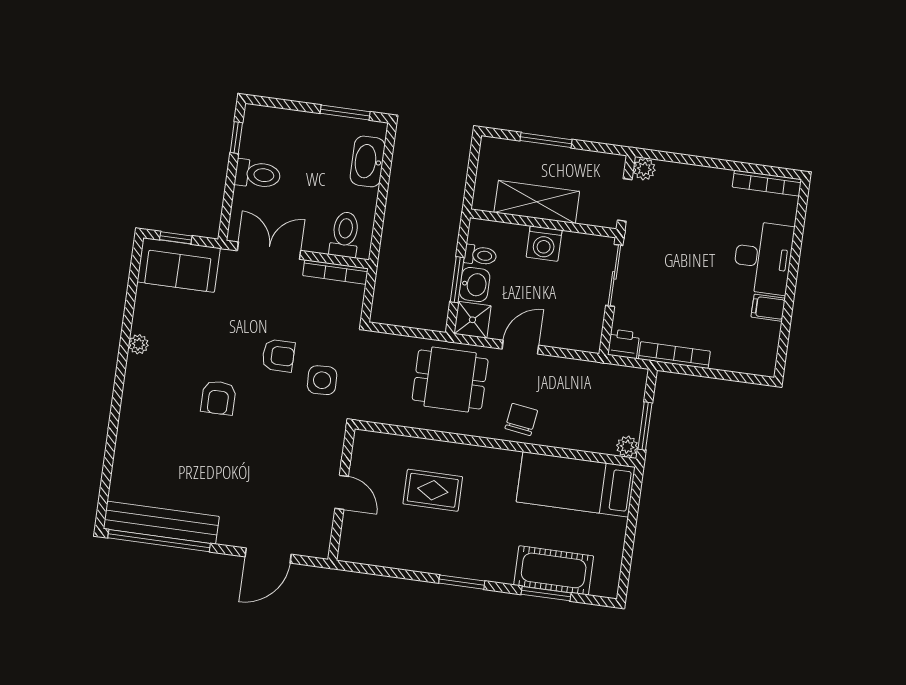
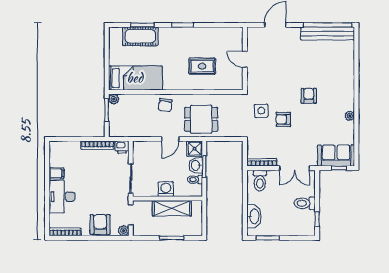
armchair: (692, 189) -> (100, 224), added

